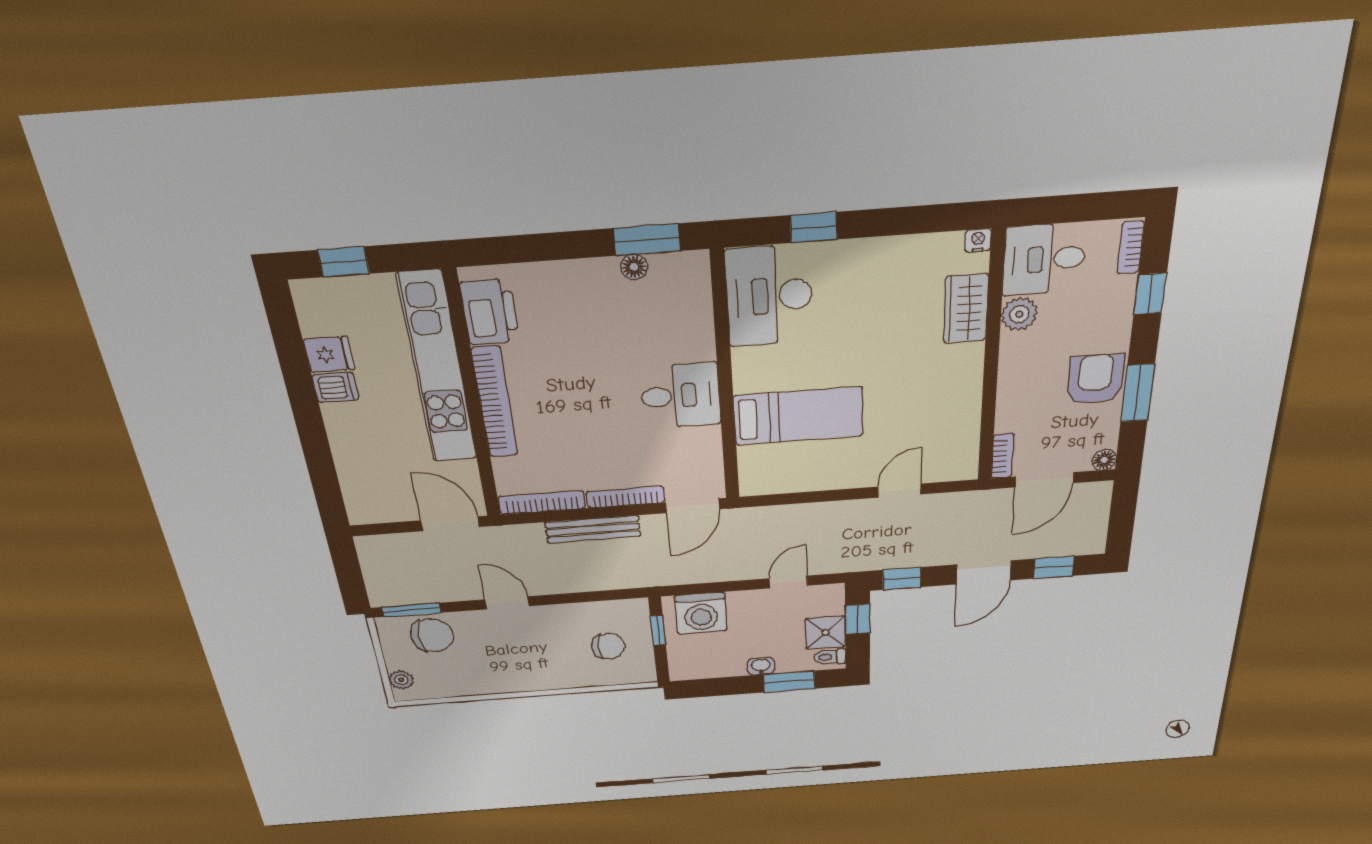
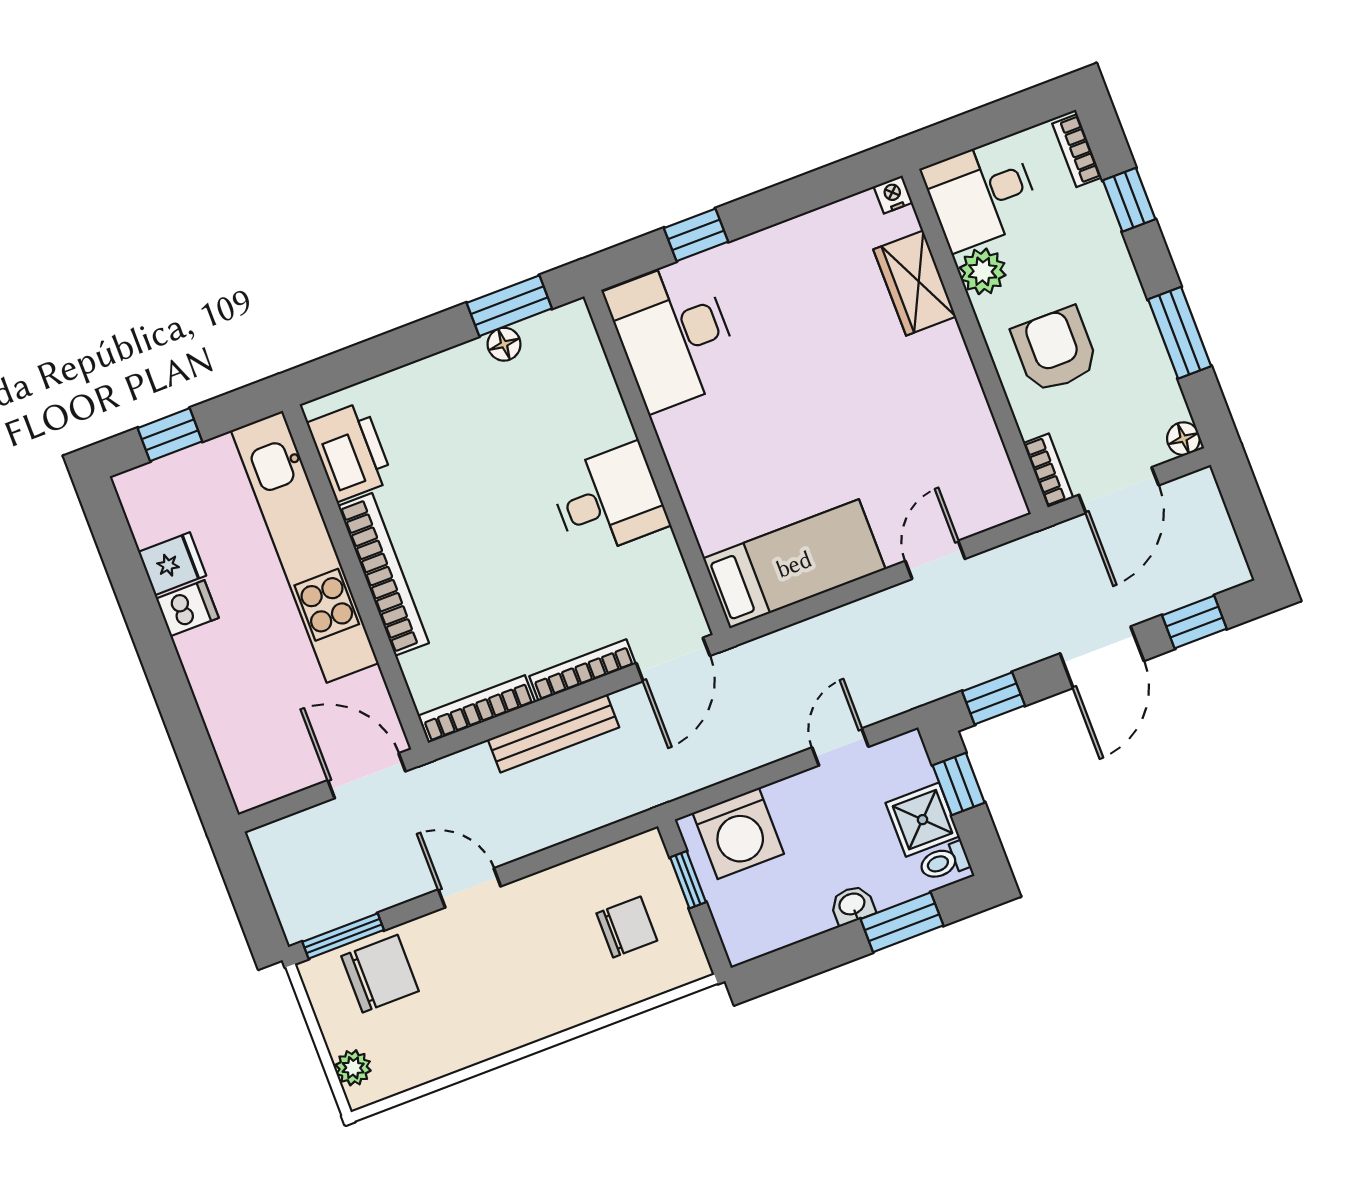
armchair: (1095, 379) -> (1055, 350), moved
bed: (799, 416) -> (794, 564), moved

